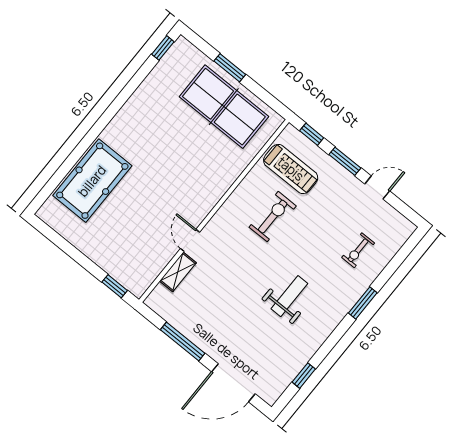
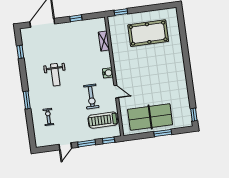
pool table: (92, 181) -> (148, 33), moved, turned 90
water cooler: (218, 224) -> (108, 73), added
door: (190, 240) -> (116, 92), moved
window: (183, 342) -> (76, 18), width x0.46

